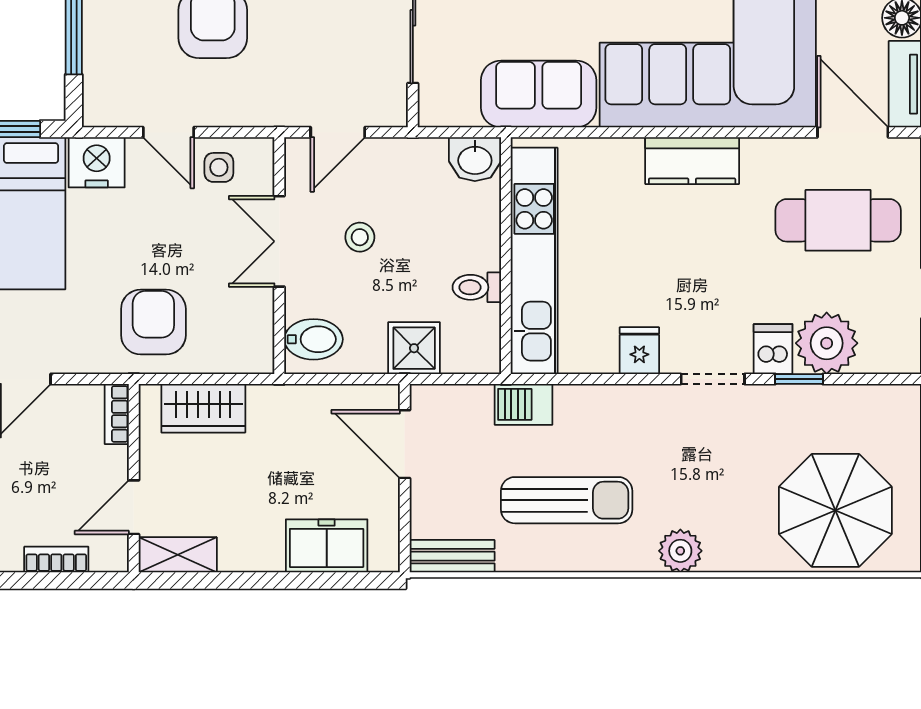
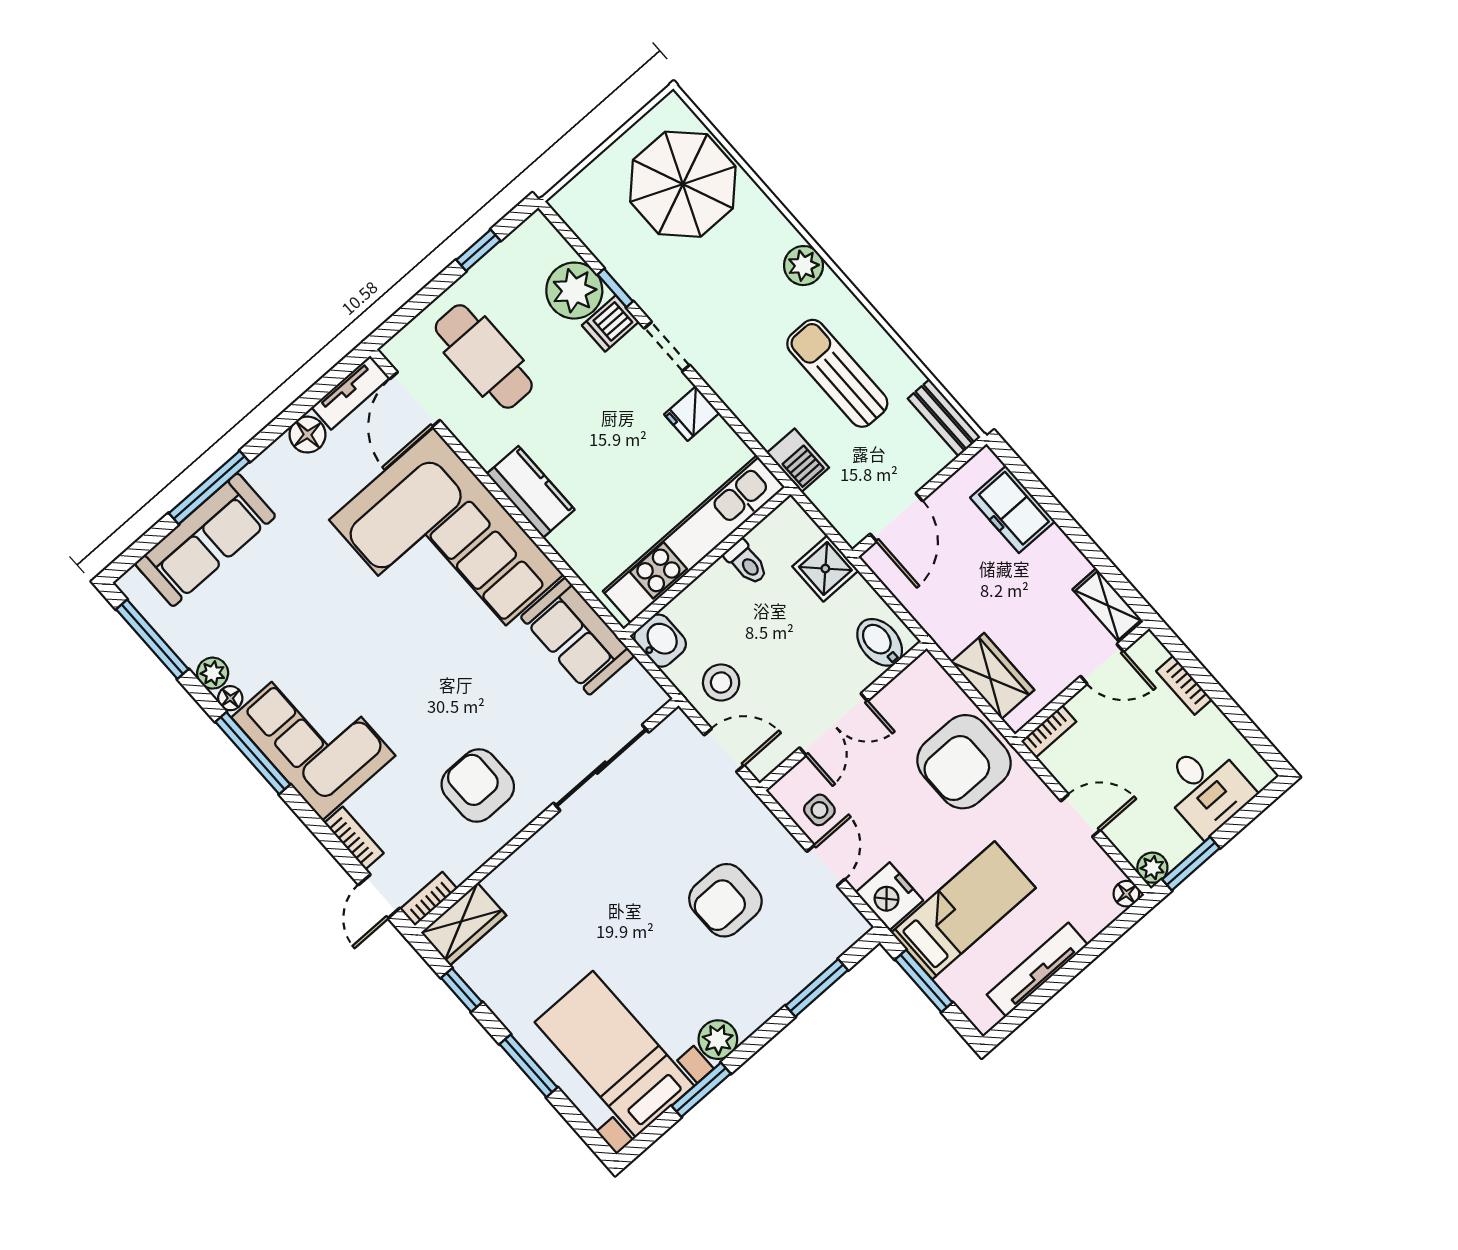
stool: (360, 237) -> (721, 682), moved, width x1.37, depth x1.37
armchair: (153, 322) -> (964, 762), width x1.36, depth x1.36

